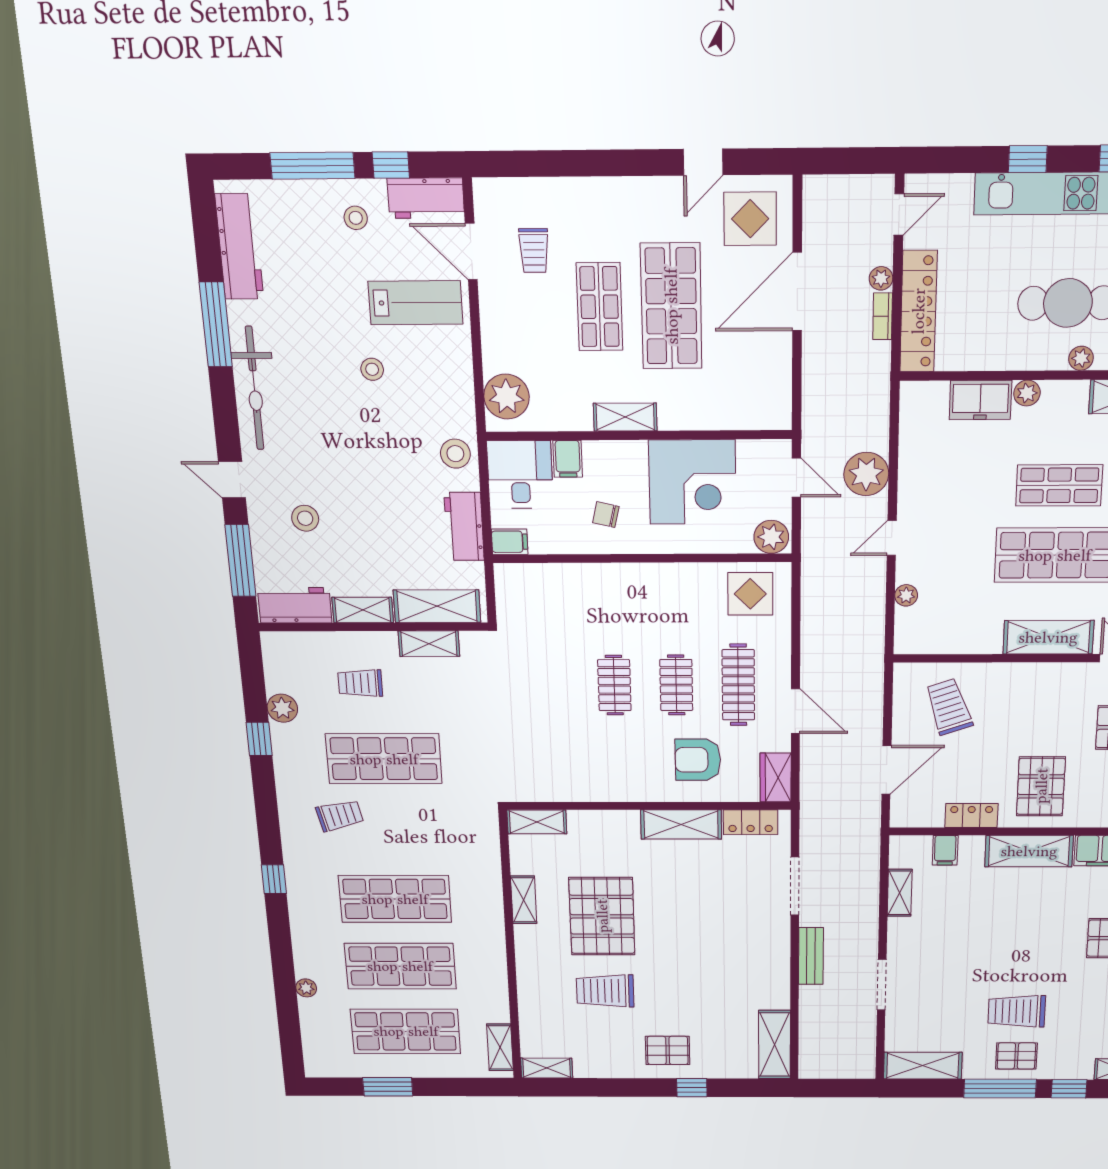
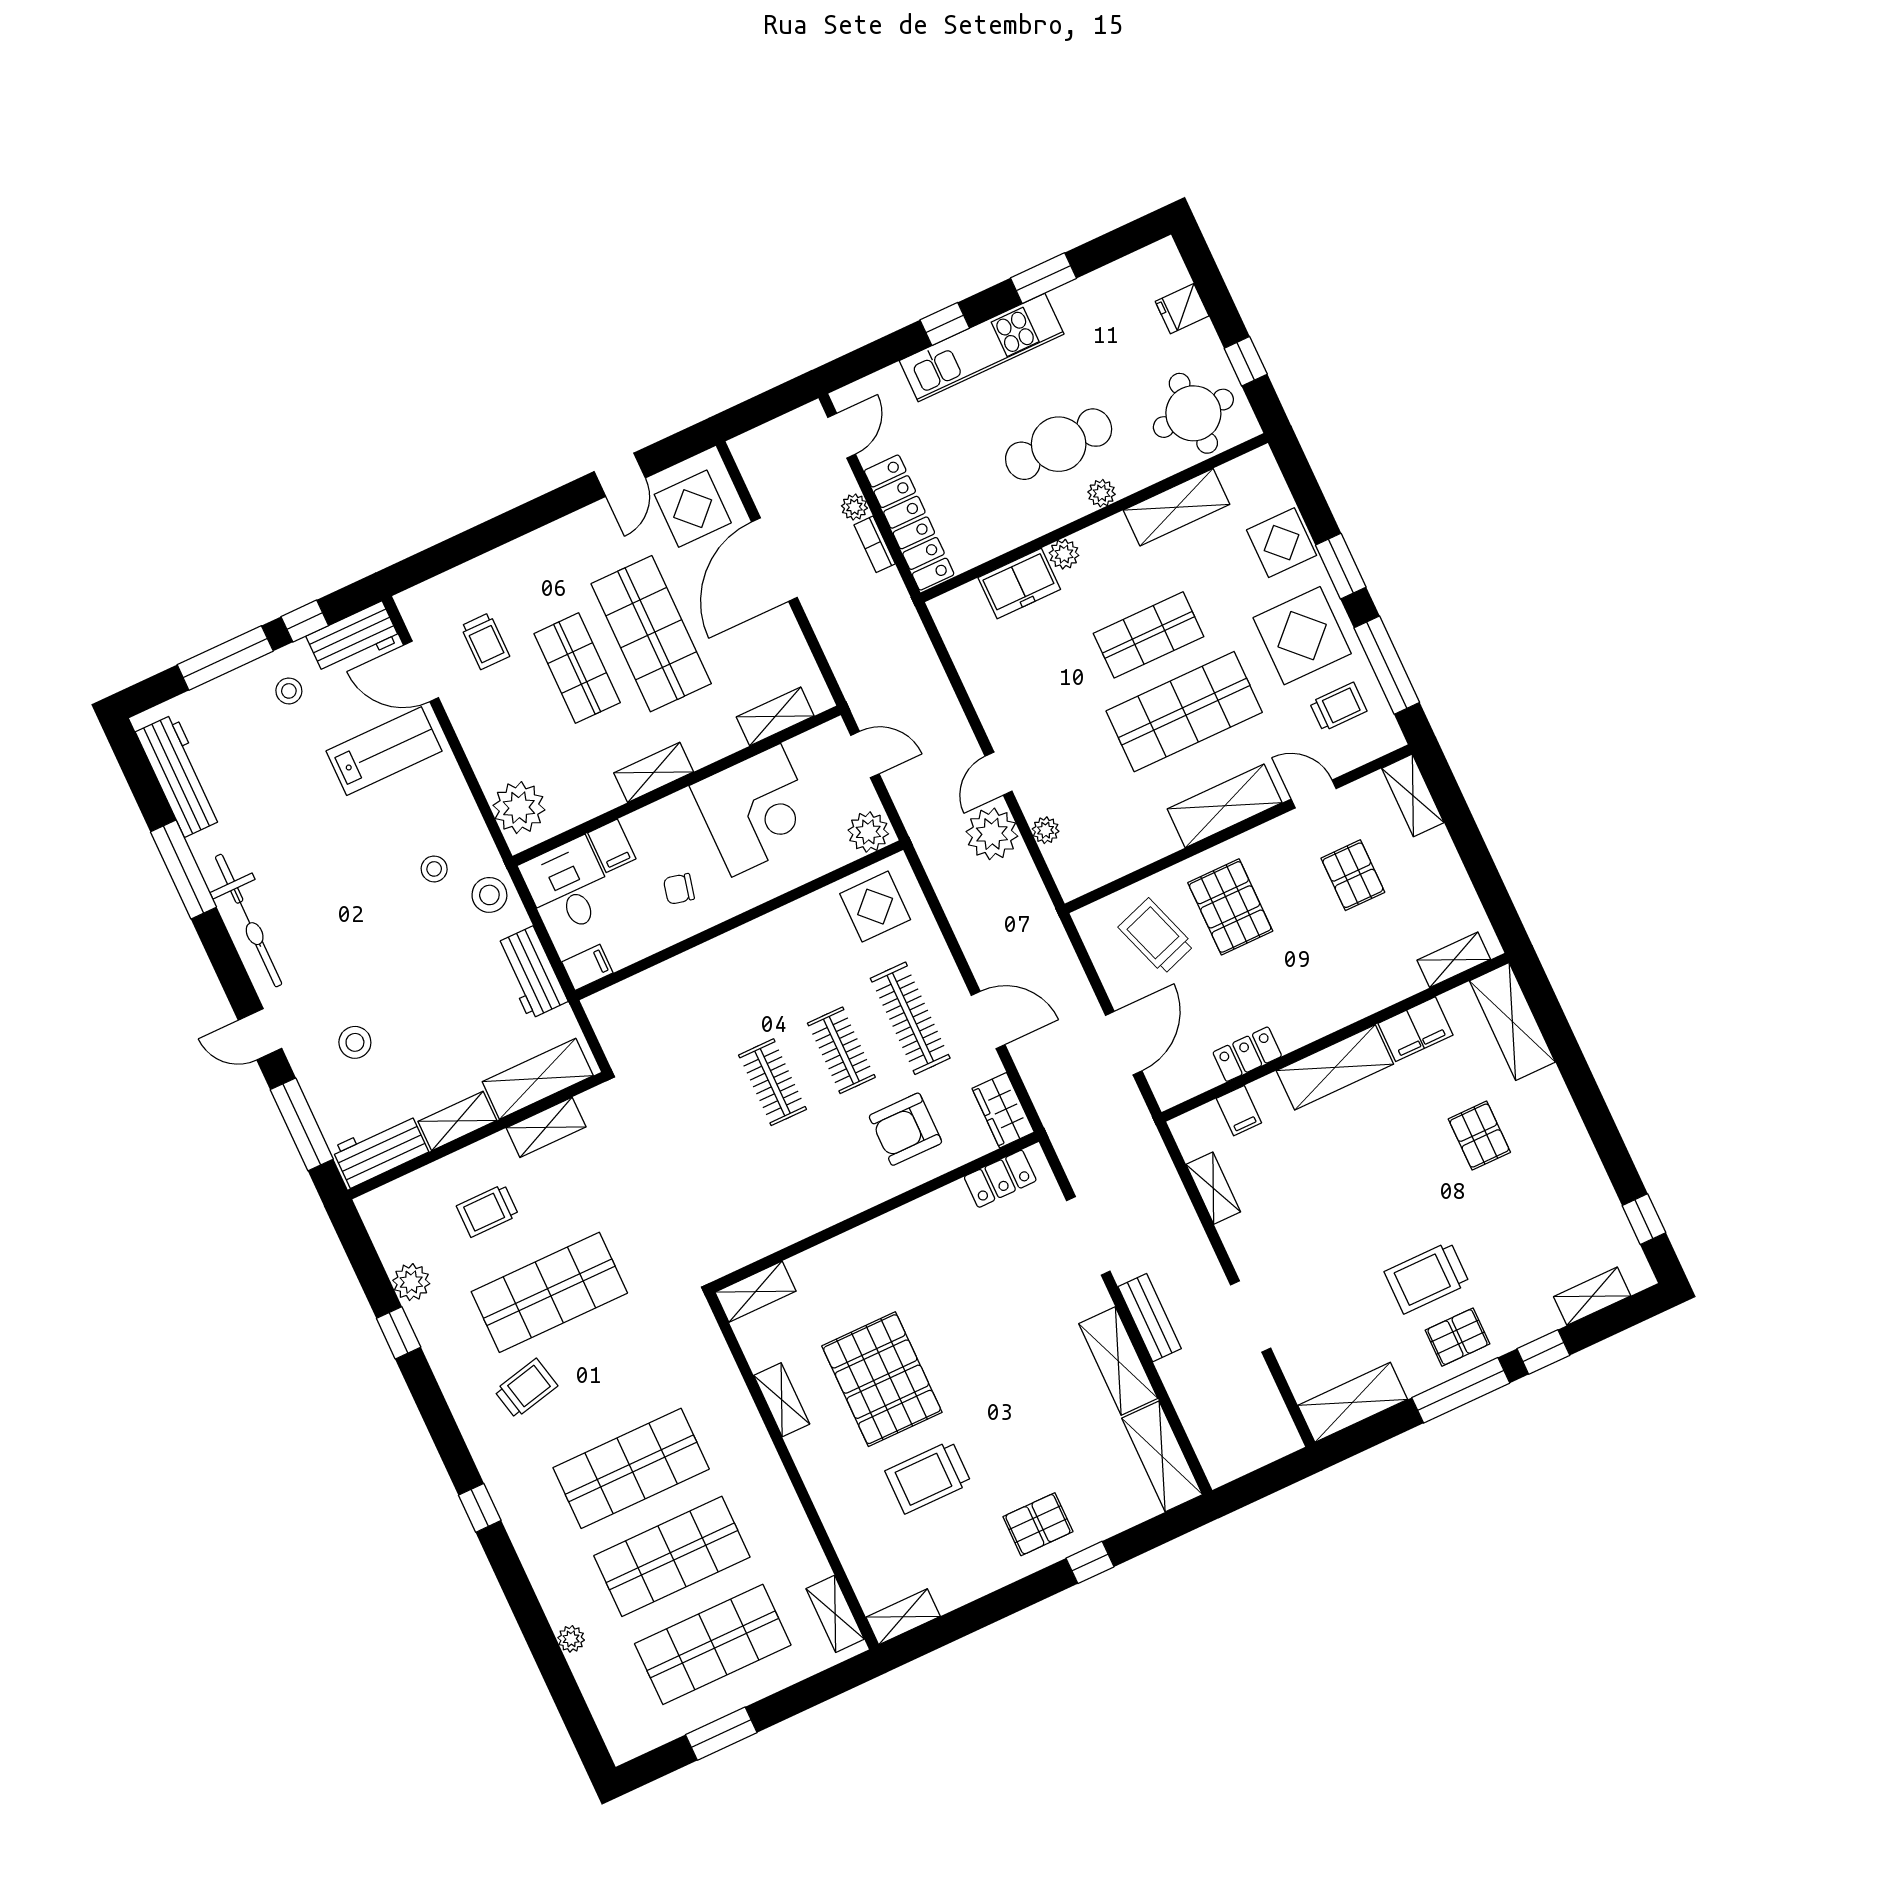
stool: (372, 369) -> (434, 869), moved
shelving: (740, 417) -> (775, 716), added
plant: (866, 474) -> (992, 834), moved
pallet: (1041, 786) -> (1230, 907), moved
shelving: (681, 824) -> (1118, 1361), moved, turned 90

